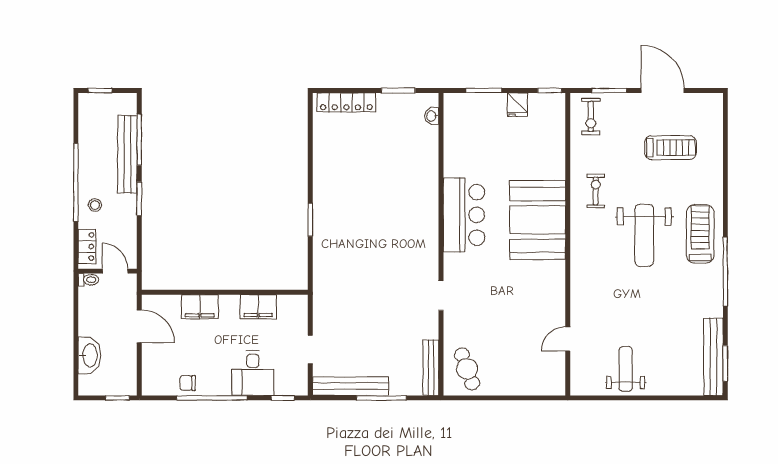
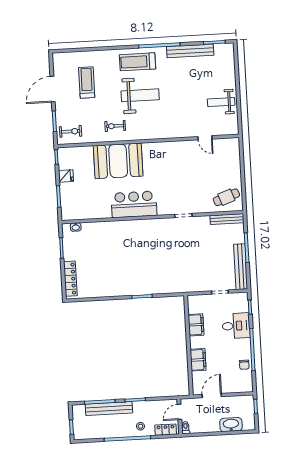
booth: (538, 220) -> (118, 161), moved
bench: (713, 357) -> (190, 51), moved

